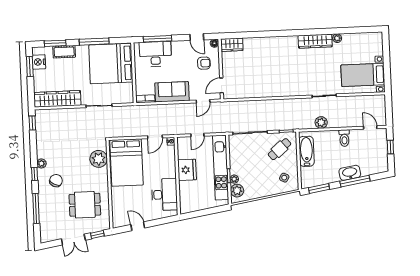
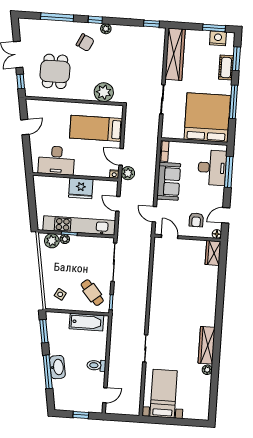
plant: (321, 122) -> (128, 173), moved
bed: (127, 162) -> (96, 128), width x0.67

